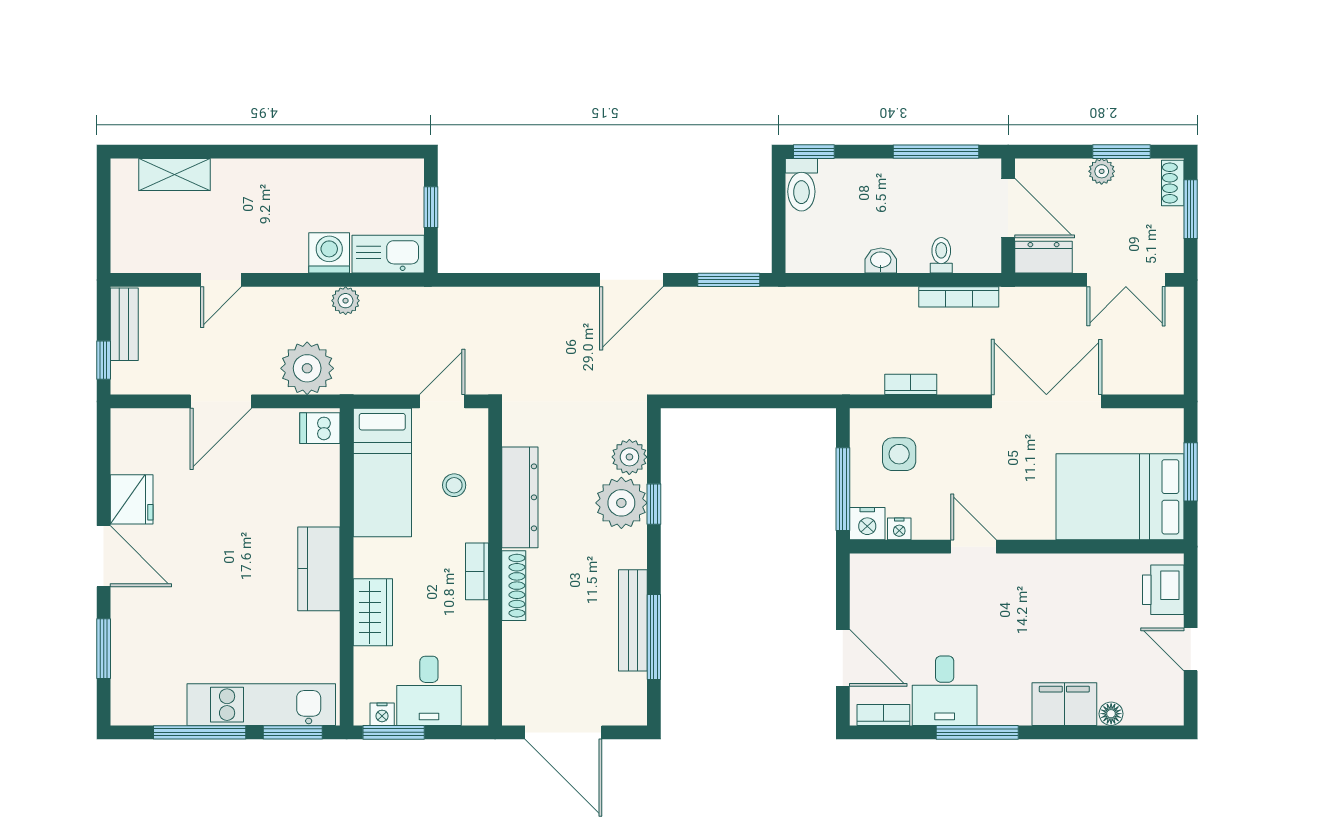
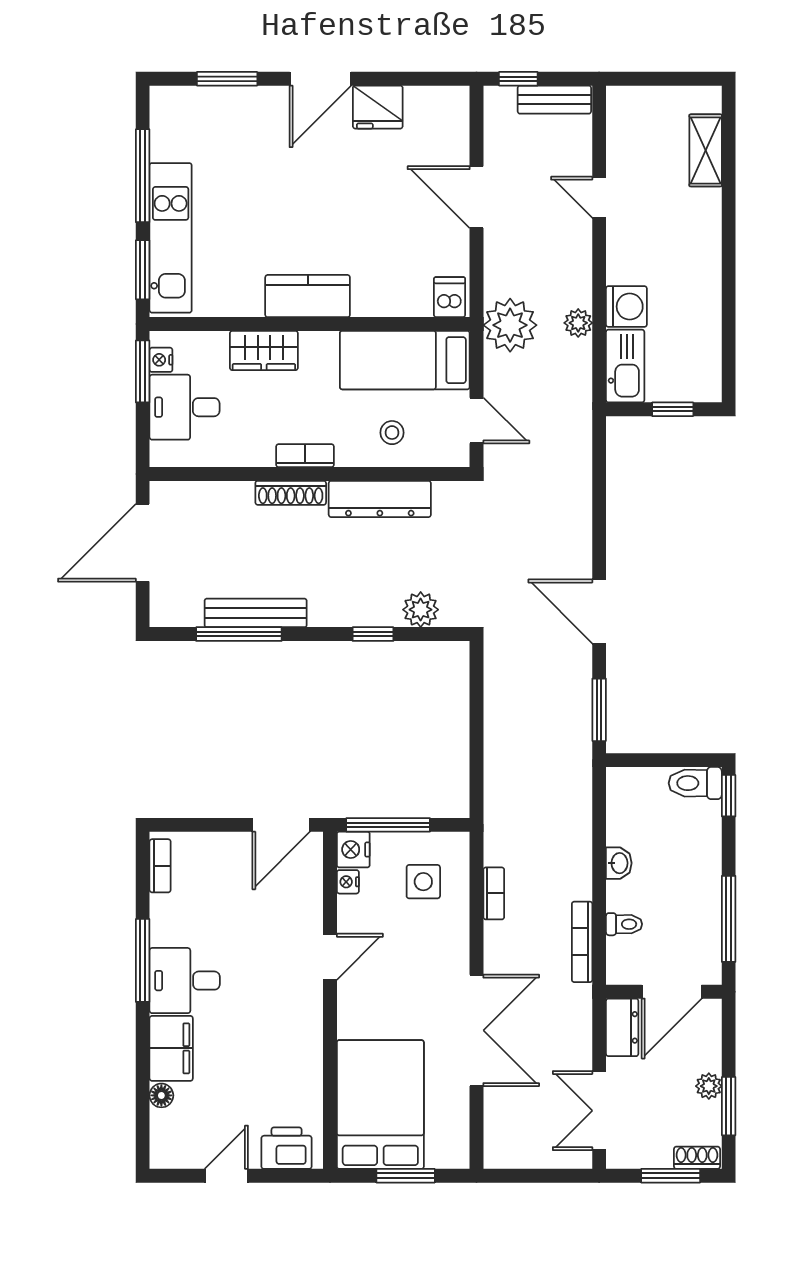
plant: (307, 368) -> (510, 325), moved
plant: (621, 503) -> (374, 601), removed
door: (843, 658) -> (281, 825), moved
desk: (945, 691) -> (185, 981), moved

